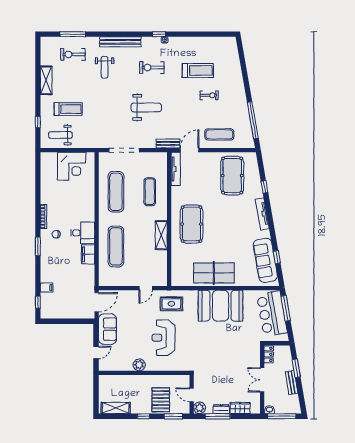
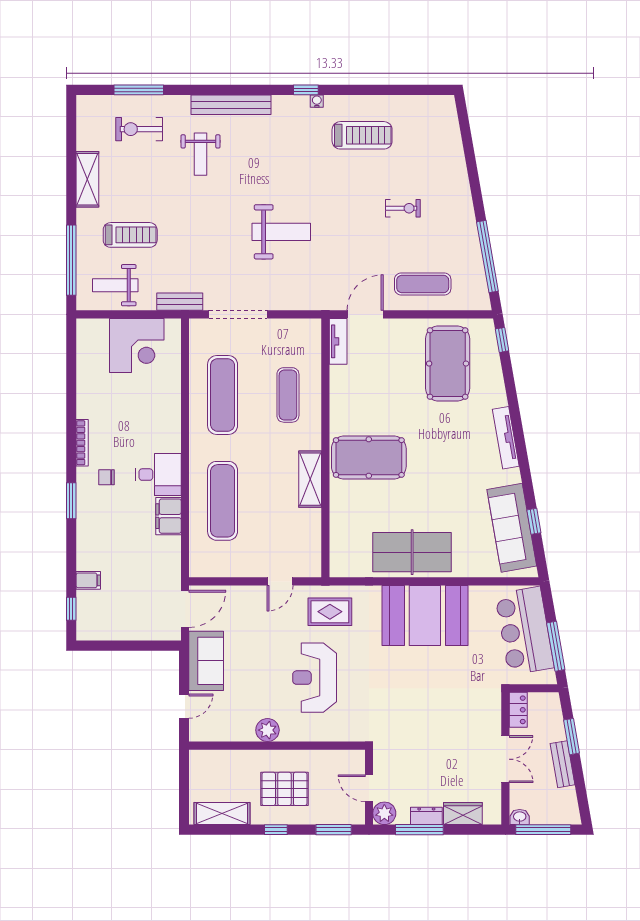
exercise bike: (152, 67) -> (292, 154), removed
treadmill: (198, 70) -> (362, 135), moved
window: (38, 122) -> (71, 260), width x3.17
bench: (168, 144) -> (180, 302), moved
tv unit: (176, 169) -> (338, 341), width x0.71
window: (264, 187) -> (502, 340), moved
pool table: (191, 224) -> (369, 458), turned 90
window: (286, 308) -> (556, 646), moved
double door: (262, 380) -> (505, 759), swing flipped
pallet: (161, 400) -> (284, 789), moved, turned 90

